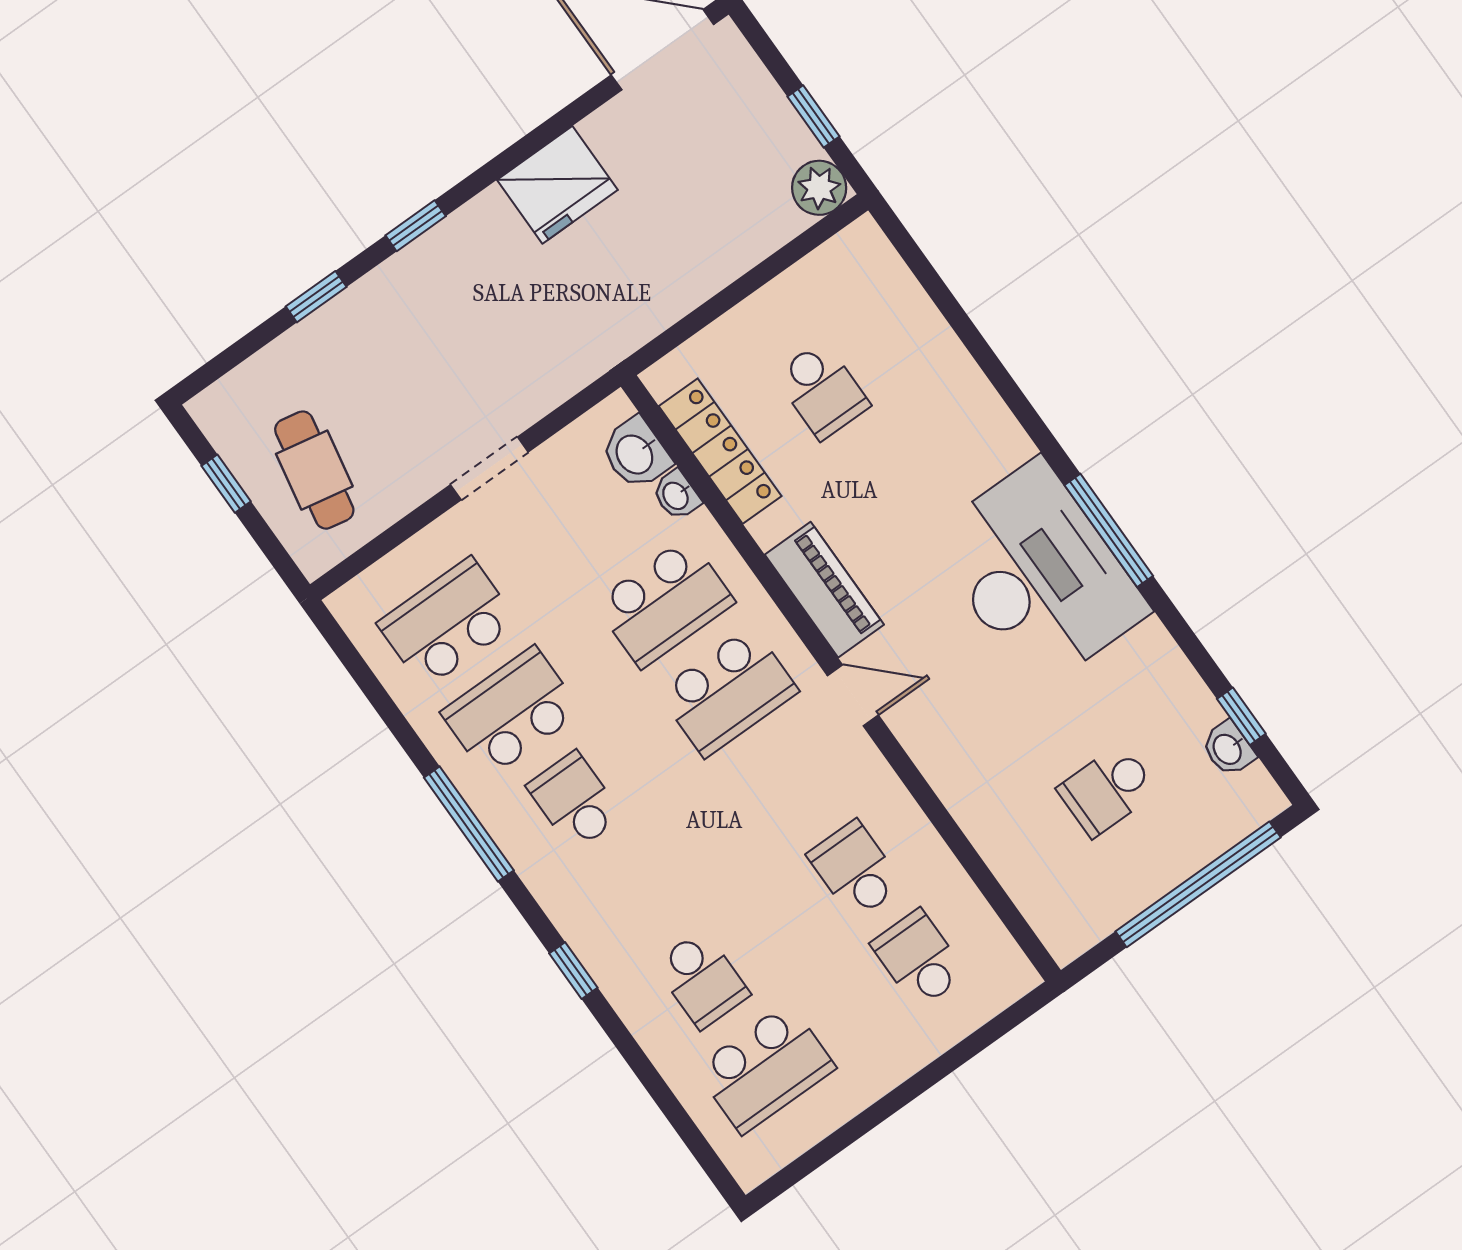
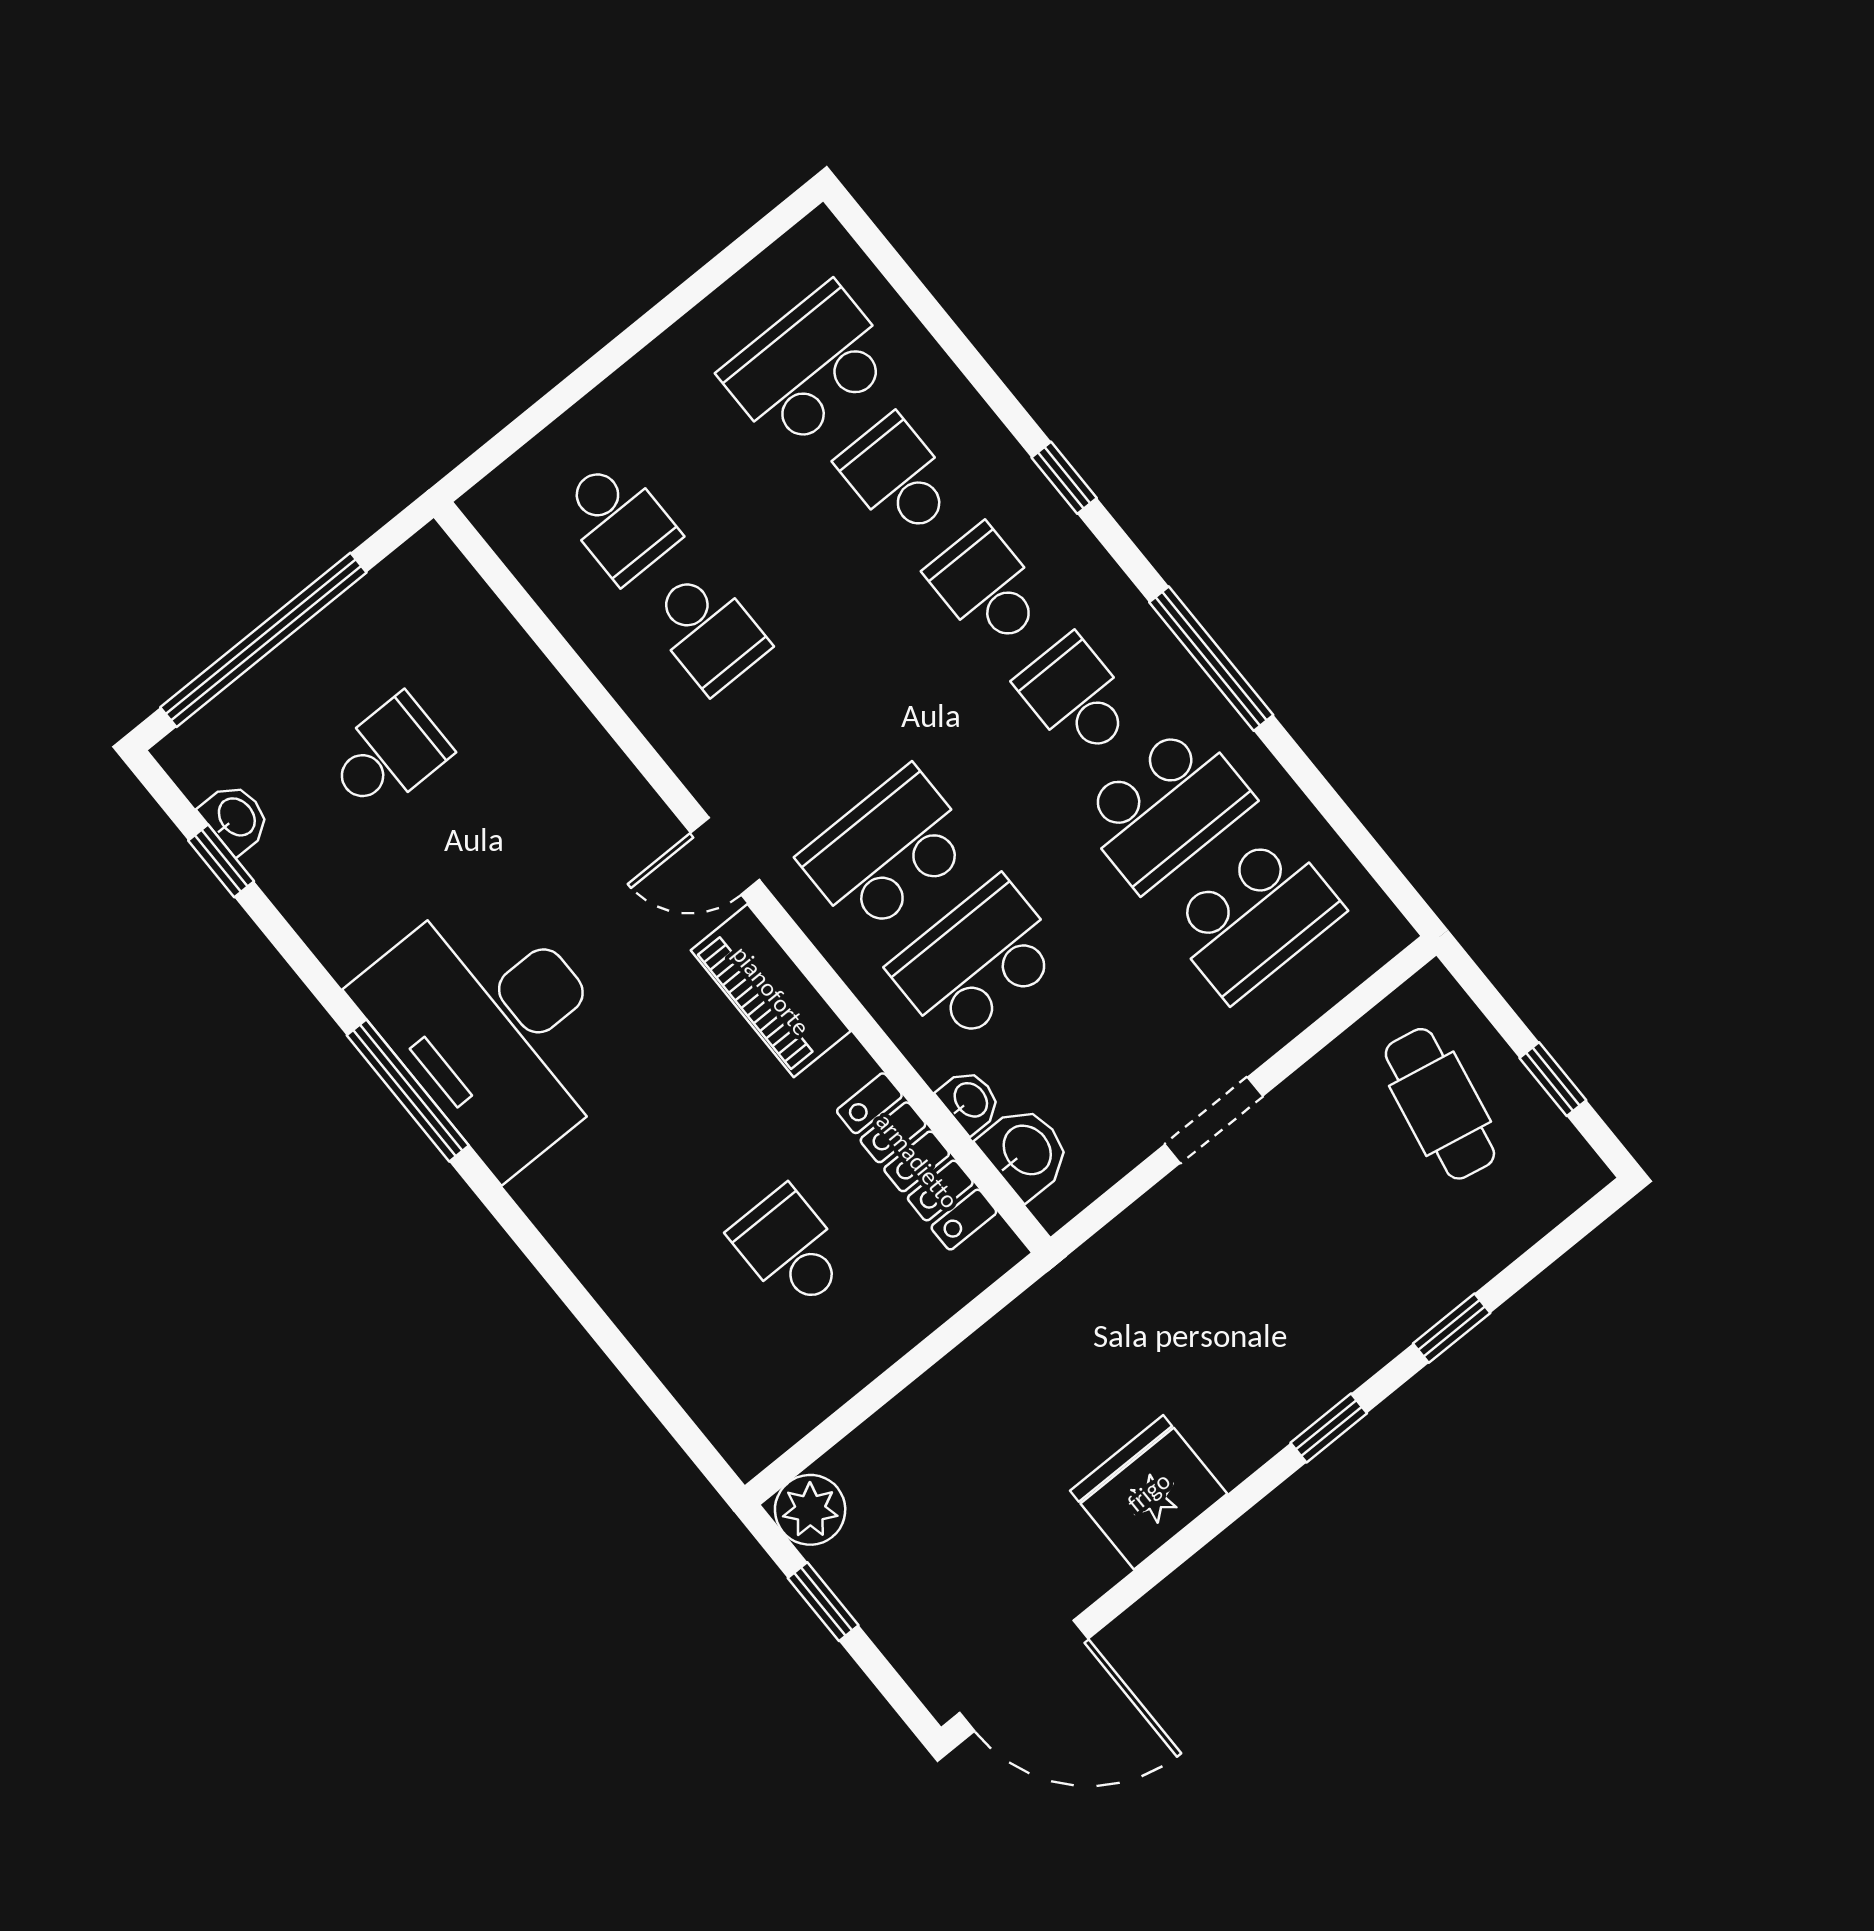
school desk: (575, 801) -> (1076, 697), turned 180
school desk: (638, 890) -> (987, 587), added

